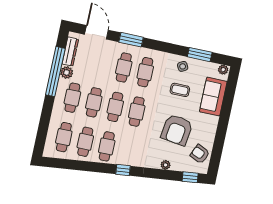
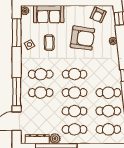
window: (131, 40) -> (17, 92), width x1.44
window: (200, 55) -> (17, 33), width x1.44

